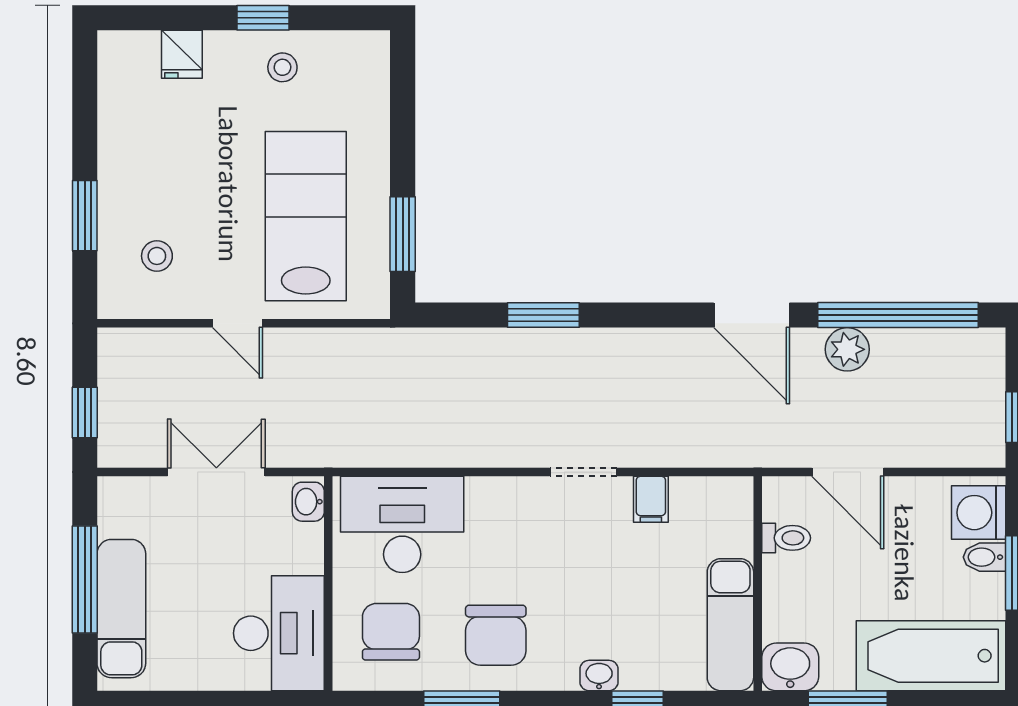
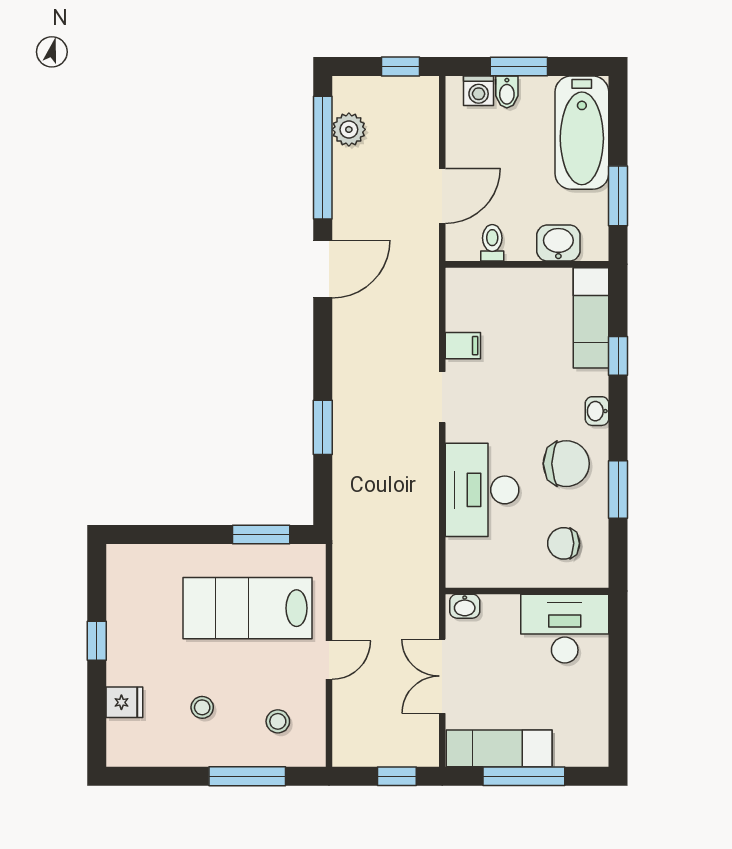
stool: (282, 67) -> (202, 707), moved
window: (85, 216) -> (247, 776), width x1.44
plant: (847, 349) -> (349, 129), moved
washing machine: (979, 513) -> (479, 91), width x0.73, depth x0.73
desk: (402, 524) -> (482, 490), moved
exam couch: (121, 609) -> (499, 748), moved
exam couch: (730, 625) -> (591, 318), moved, turned 90
chair: (391, 632) -> (564, 543), width x0.73, depth x0.73
washbasin: (790, 667) -> (558, 243), moved, turned 90
washbasin: (599, 676) -> (597, 411), moved

